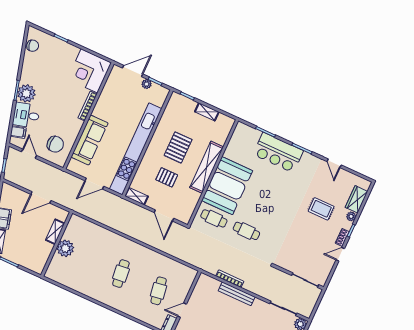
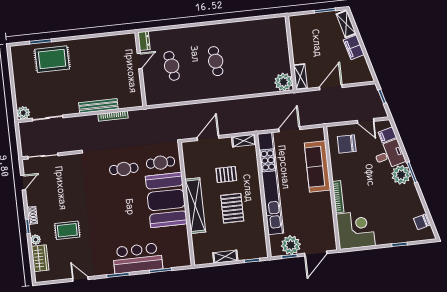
plant: (147, 84) -> (291, 245), width x1.87, depth x1.87
door: (164, 215) -> (208, 138), hinge flipped
shelving: (55, 232) -> (300, 77), moved
plant: (65, 248) -> (284, 82), moved
door: (340, 254) -> (23, 183), moved

